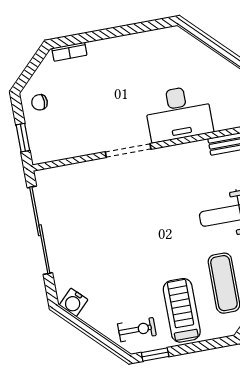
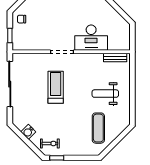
water cooler: (74, 302) -> (28, 132), moved
treadmill: (182, 310) -> (56, 87), moved

